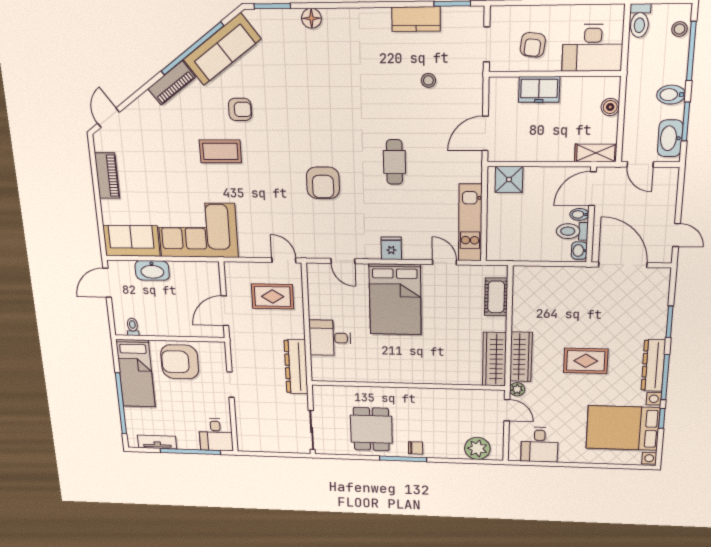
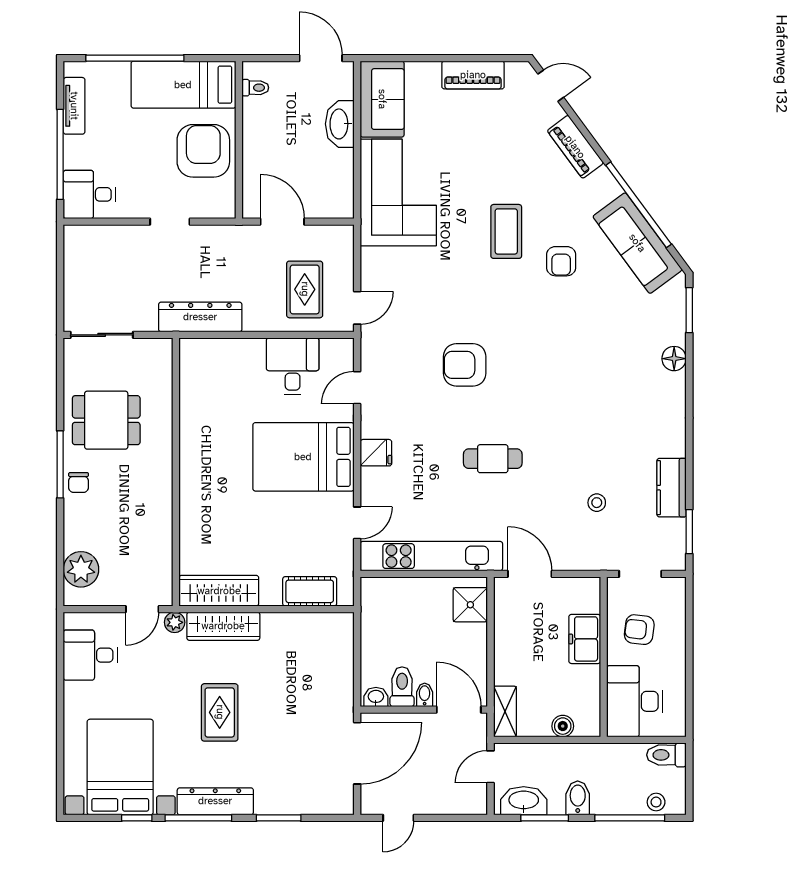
piano: (172, 83) -> (575, 147), moved
kitchen unit: (470, 223) -> (431, 556), width x1.36
desk: (330, 338) -> (293, 366), moved

